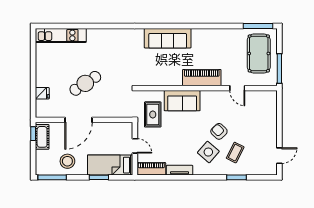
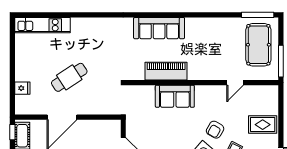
piano: (202, 78) -> (166, 71), moved
door: (237, 88) -> (235, 83), hinge flipped
rug: (153, 114) -> (263, 125), moved, turned 90
armchair: (219, 131) -> (215, 130), turned -105

